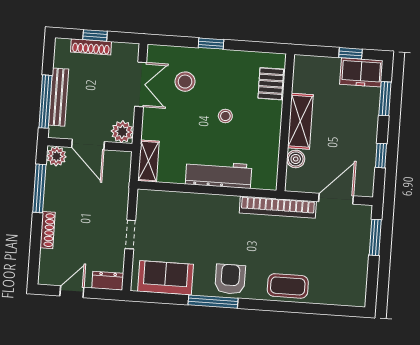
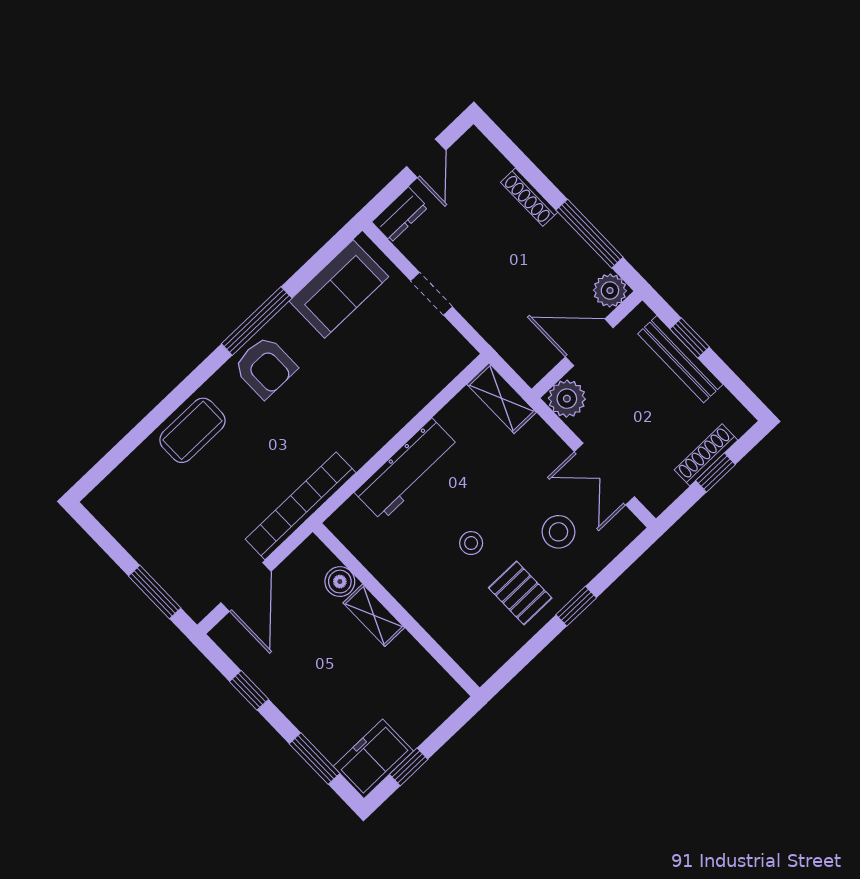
pallet: (271, 84) -> (520, 593), moved
window: (45, 102) -> (690, 338), width x0.46
shelving: (300, 121) -> (374, 615), width x0.67, depth x0.75

